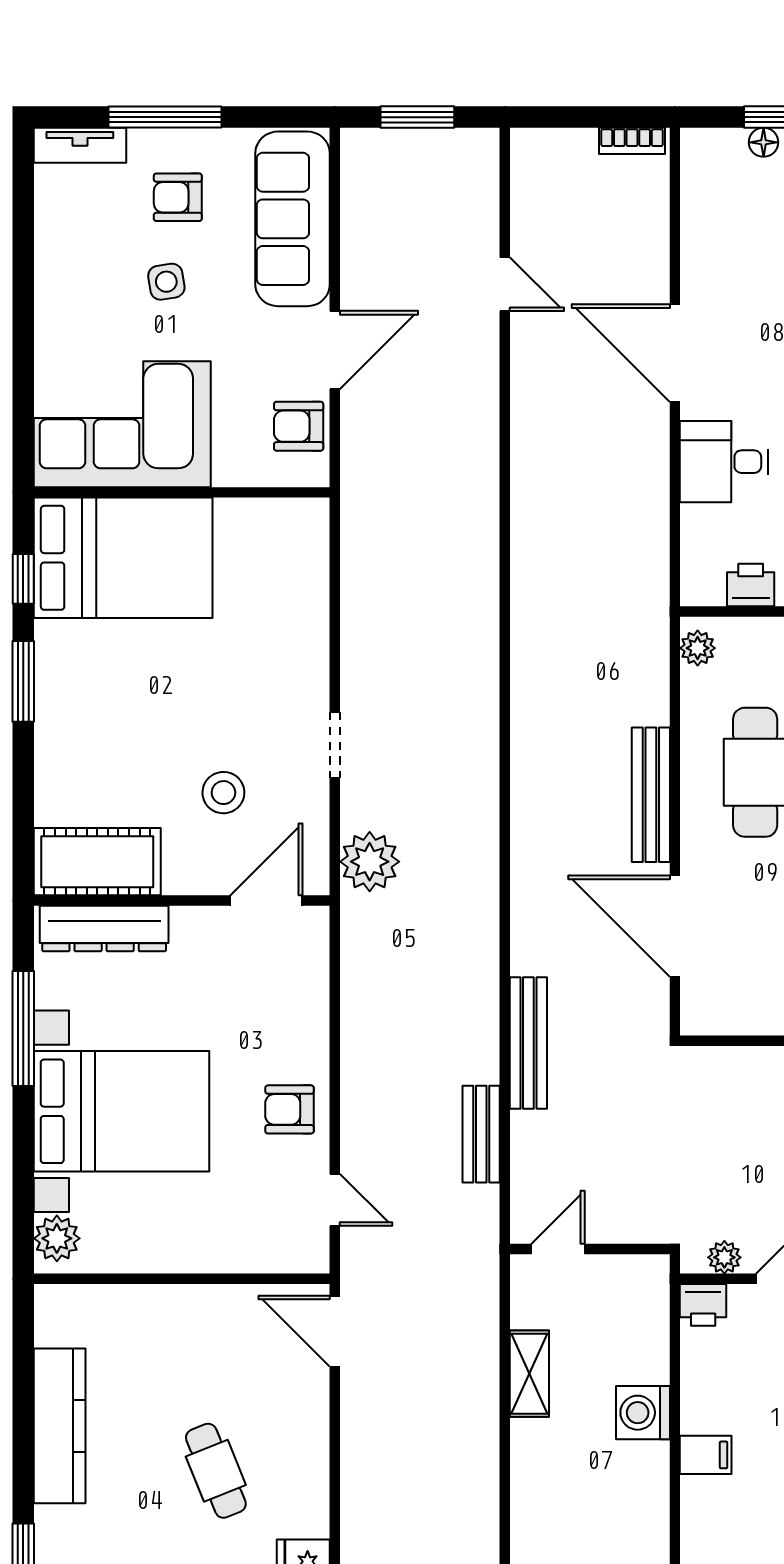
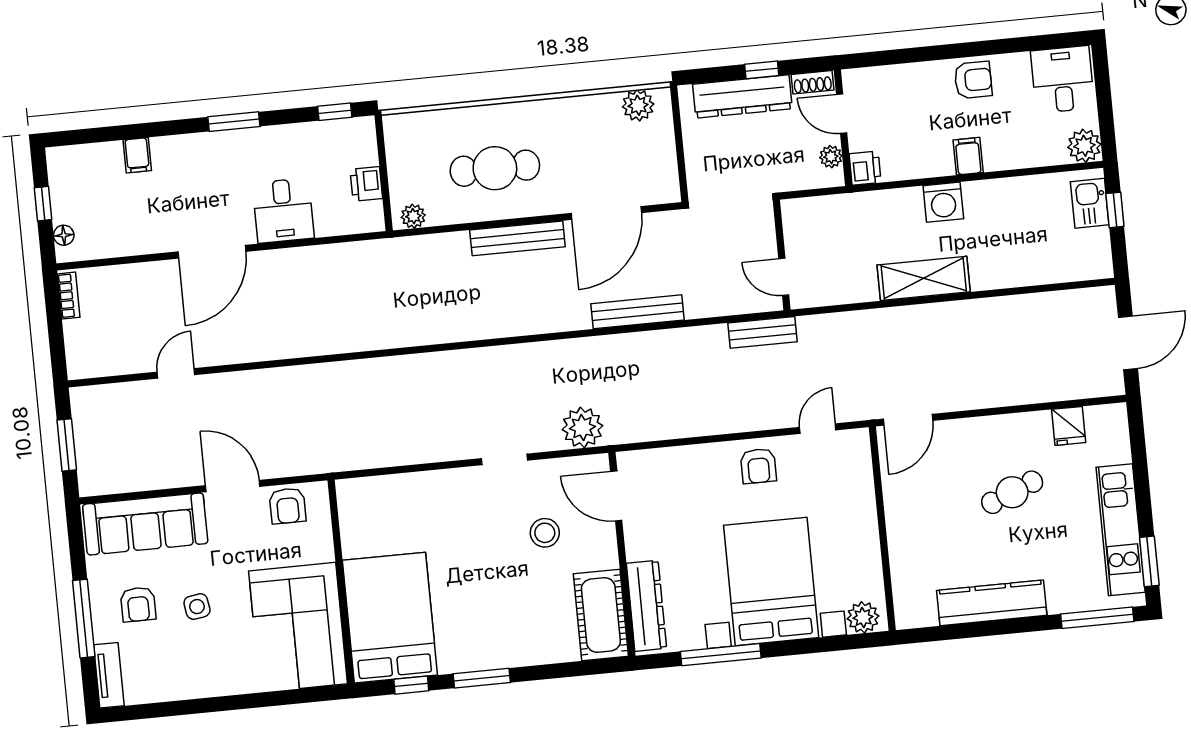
floor lamp: (764, 142) -> (64, 235), moved
bench: (528, 1043) -> (637, 312), moved
door: (558, 1249) -> (784, 277), moved
wall: (590, 1249) -> (782, 255), moved
shelving: (529, 1374) -> (924, 278), width x1.50, depth x1.33

